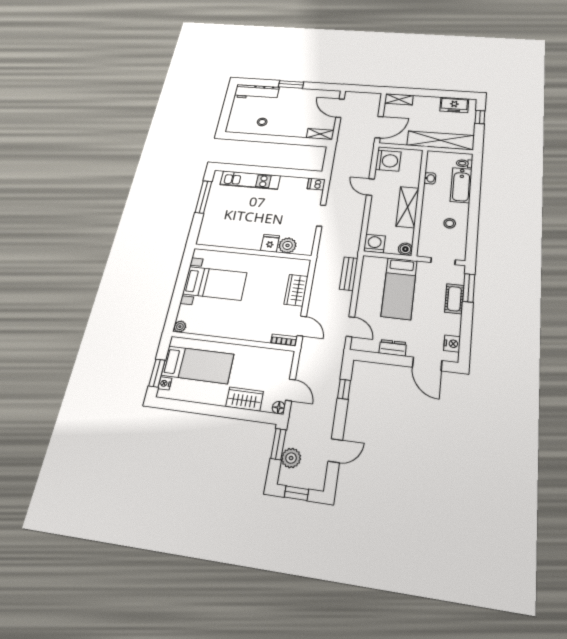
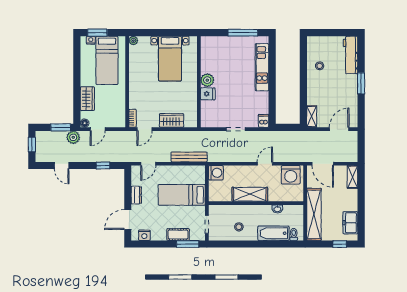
plant: (288, 245) -> (207, 80), moved
boiler: (405, 249) -> (214, 196), removed
bench: (349, 274) -> (189, 157), width x1.36
plant: (291, 458) -> (73, 137), moved

